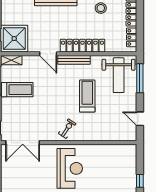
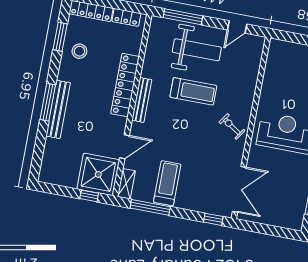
door: (48, 54) -> (124, 147), moved
weight bench: (119, 75) -> (197, 50), moved
treadmill: (87, 96) -> (193, 91), turned 180

